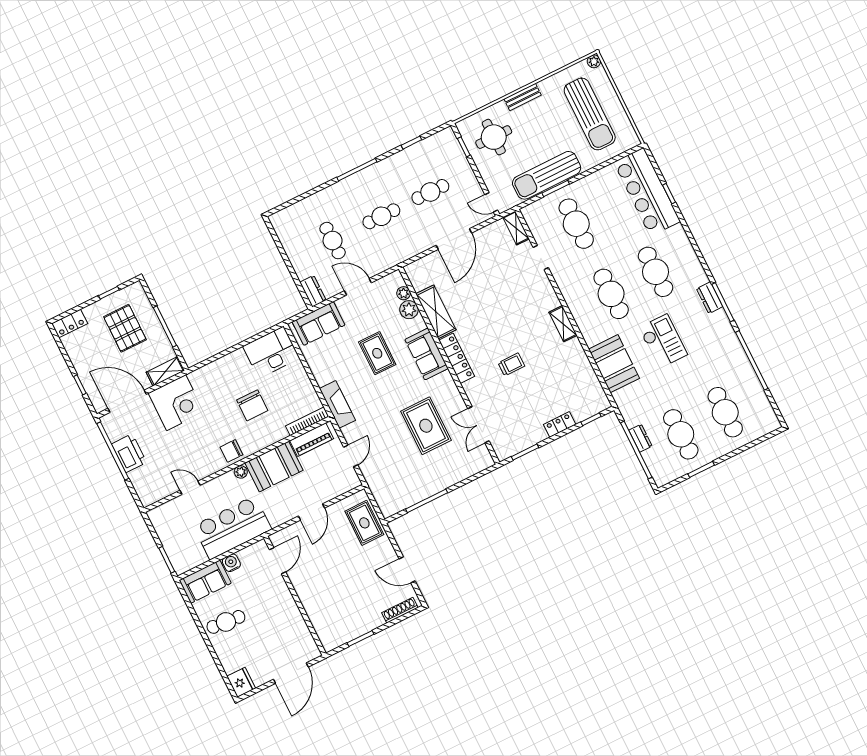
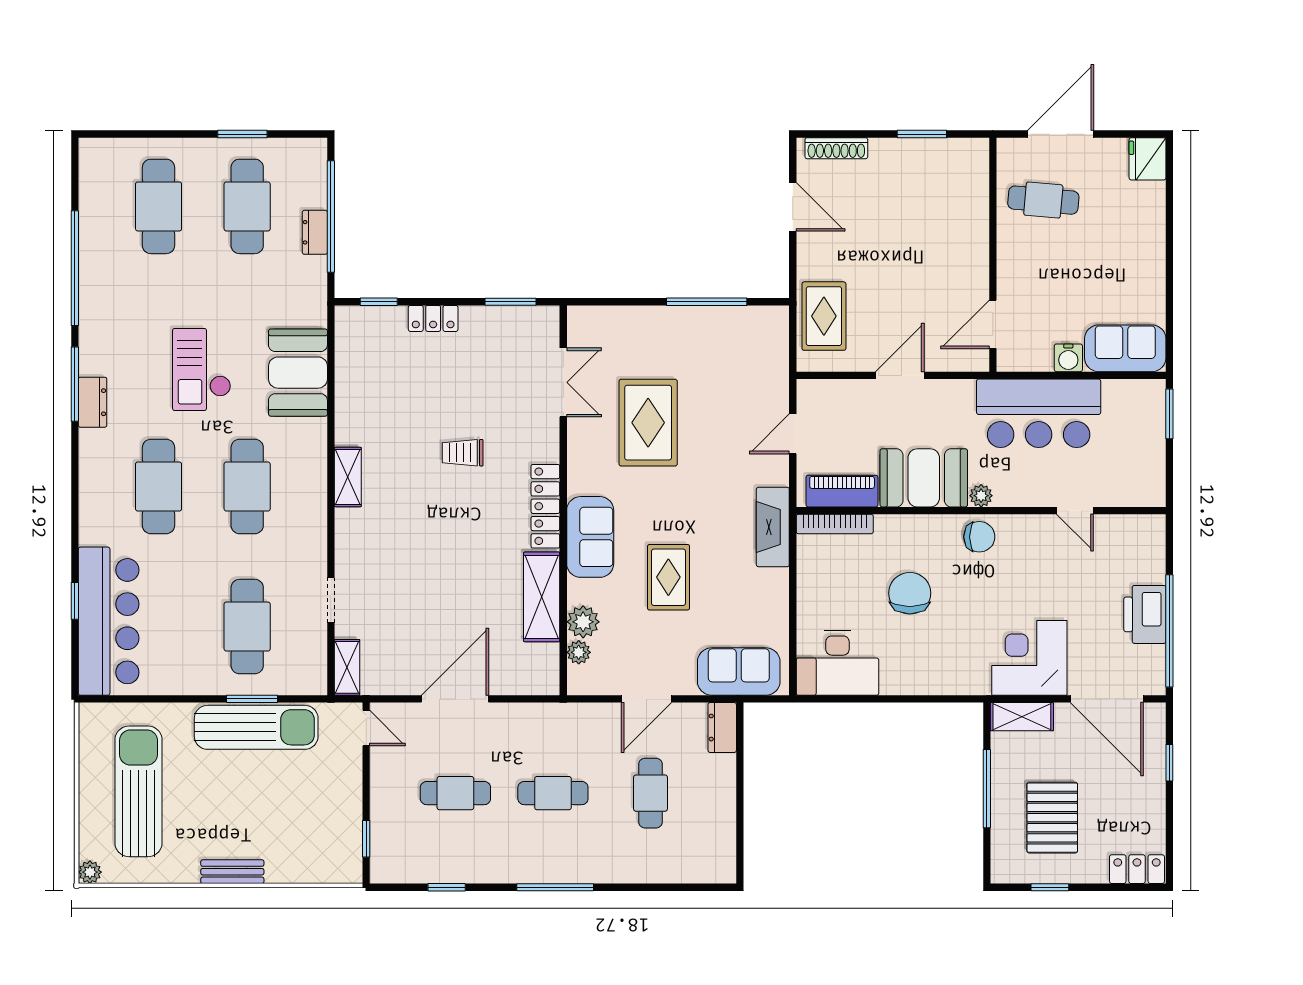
round table: (494, 137) -> (310, 831), removed
door: (358, 287) -> (646, 699), hinge flipped
cafe table: (226, 622) -> (1043, 200), moved

